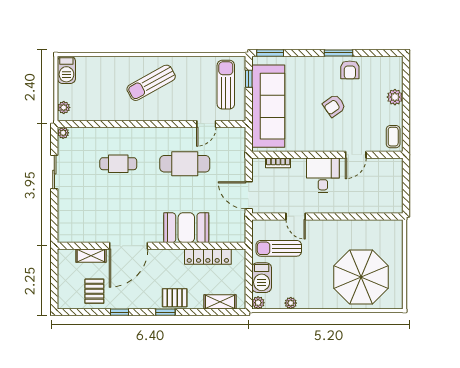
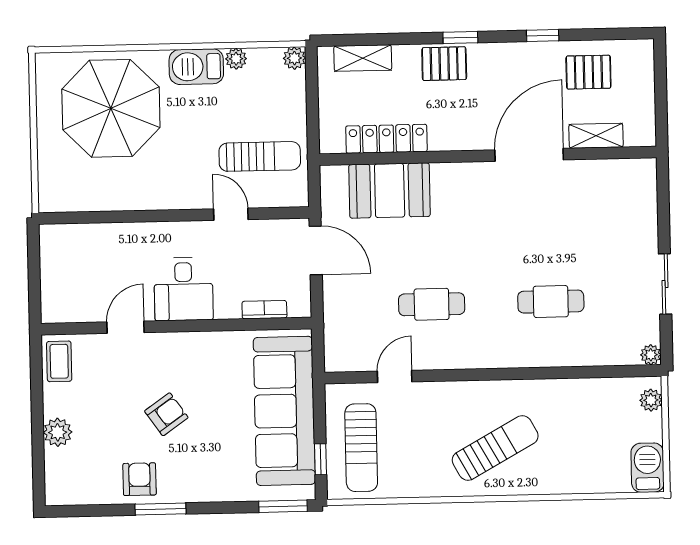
cafe table: (185, 164) -> (432, 304), width x0.73, depth x0.74
booth: (186, 228) -> (390, 190), moved
barbecue: (262, 278) -> (196, 67), moved, turned -90
pallet: (94, 291) -> (588, 72), turned 90

